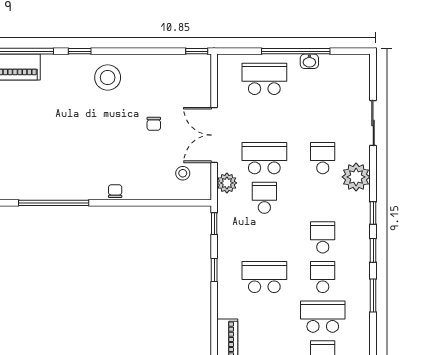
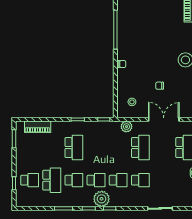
double door: (214, 135) -> (164, 119), moved
plant: (356, 177) -> (102, 199), moved
school desk: (264, 198) -> (118, 180), moved

